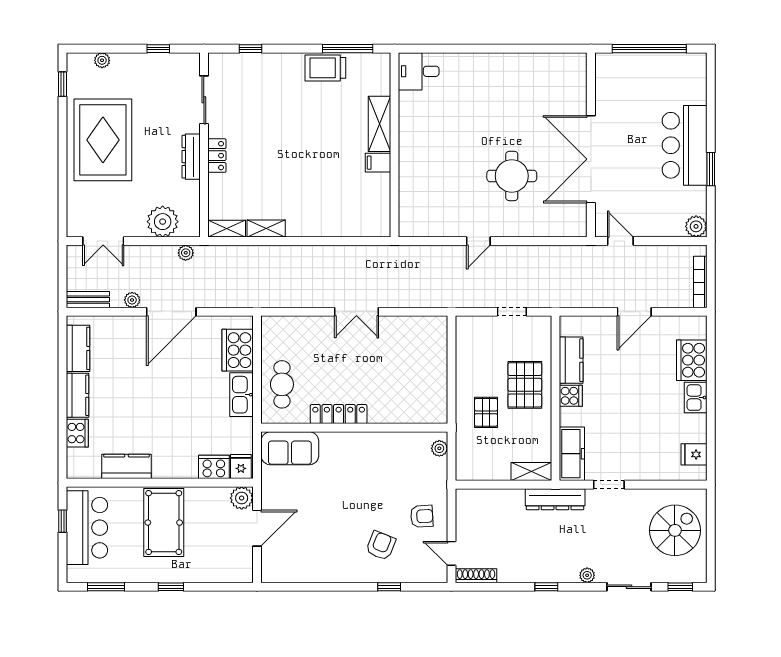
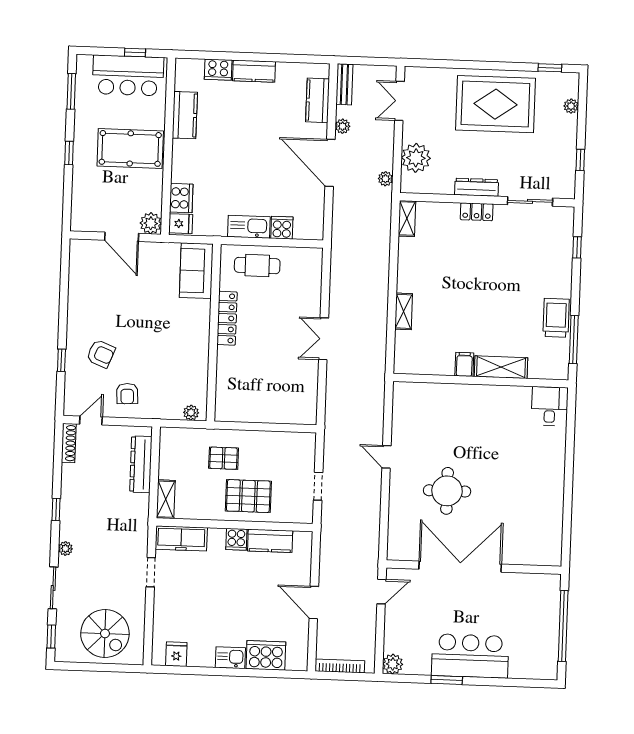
shelving: (266, 229) -> (404, 311), moved
kitchen counter: (78, 348) -> (318, 100), moved, turned 90
cooker: (238, 350) -> (282, 228), width x0.53, depth x0.76
dresser: (555, 499) -> (141, 464), moved

